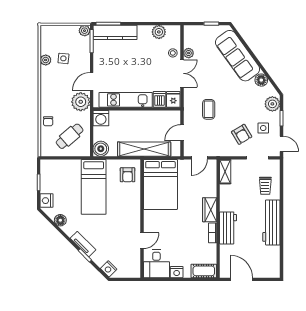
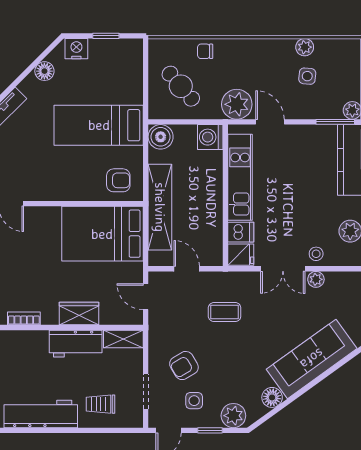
armchair: (128, 175) -> (118, 180), turned 180
wardrobe: (210, 210) -> (79, 314), moved
workbench: (228, 228) -> (76, 344), moved

